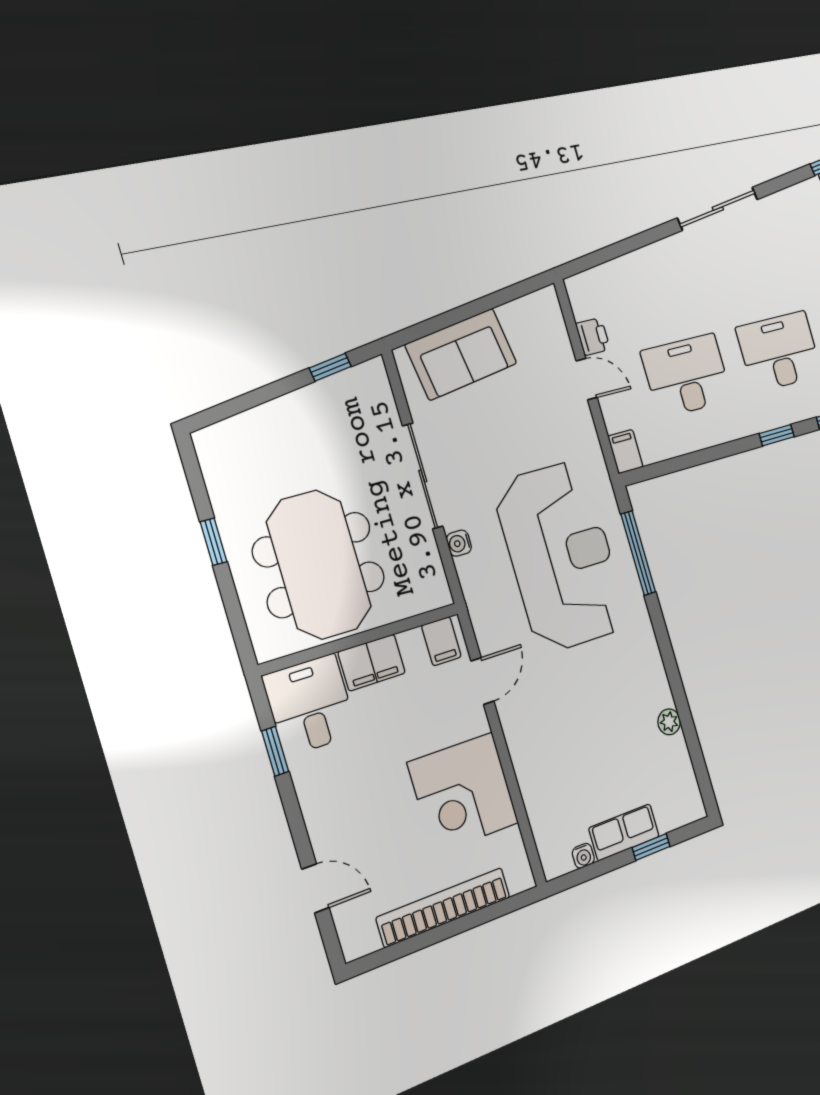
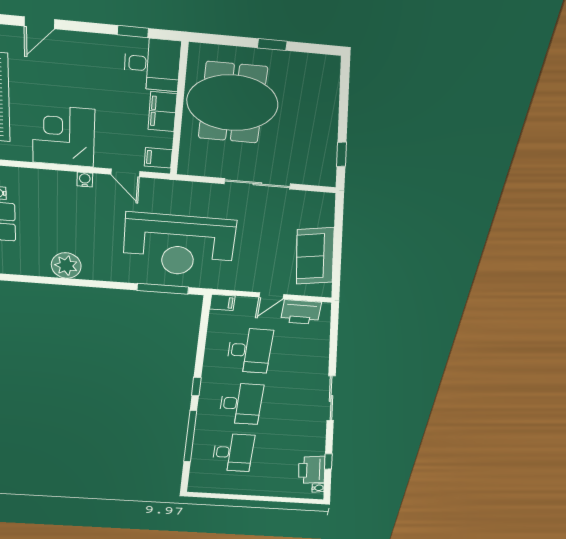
printer: (593, 337) -> (301, 312), width x1.87, depth x1.48
sofa: (461, 354) -> (315, 256), moved
water cooler: (459, 543) -> (85, 180), moved
plant: (669, 722) -> (66, 266), width x1.87, depth x1.87

